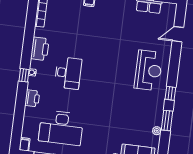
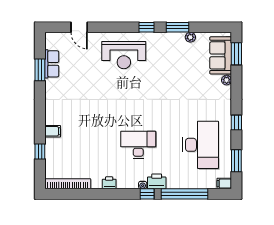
printer: (40, 49) -> (109, 183), width x0.53, depth x0.68
reception desk: (148, 70) -> (124, 55), turned 180
printer: (32, 98) -> (157, 181), moved
window: (20, 108) -> (184, 194), added

